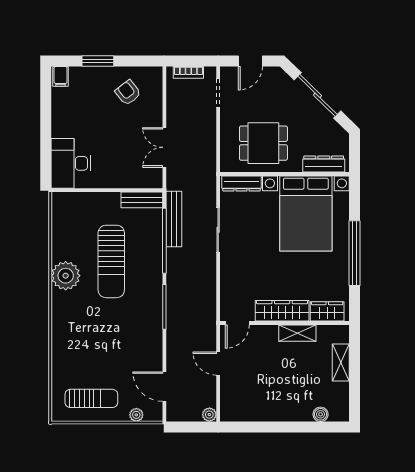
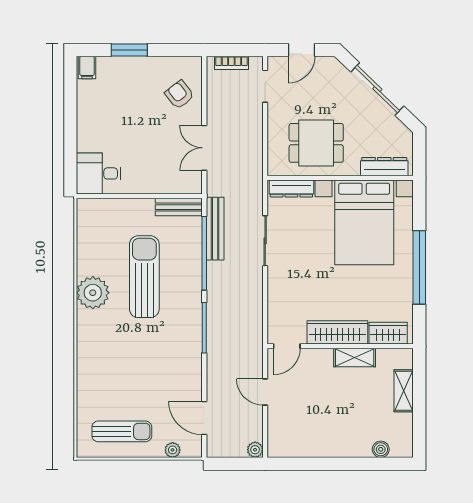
armchair: (128, 93) -> (179, 95), moved
desk: (71, 163) -> (99, 173), width x0.73
sun lounger: (111, 261) -> (144, 277), turned 180

